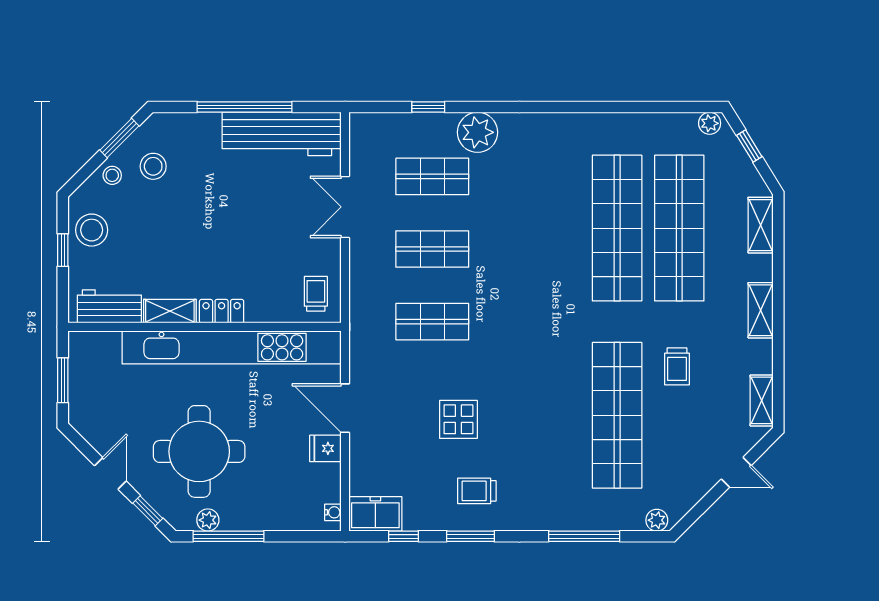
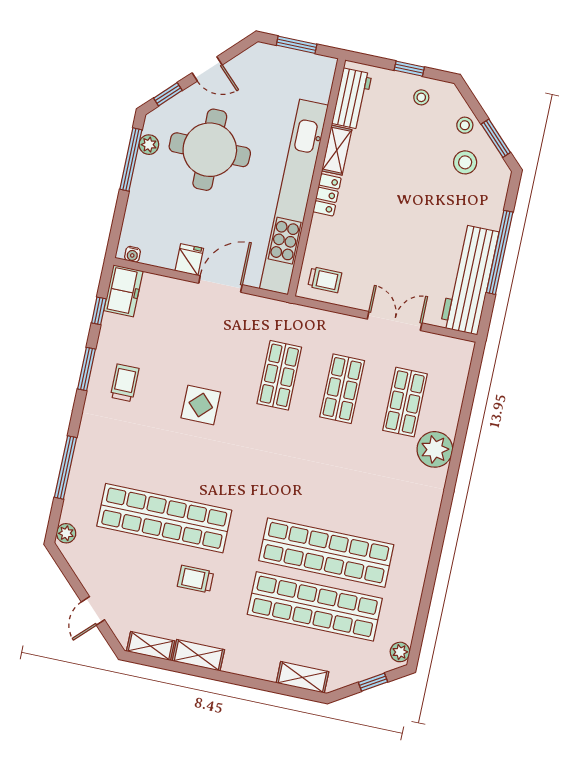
window: (428, 107) -> (466, 411), removed
stool: (92, 230) -> (421, 97), width x0.53, depth x0.53
shelving: (761, 310) -> (198, 655), moved
display table: (458, 419) -> (201, 405), moved

